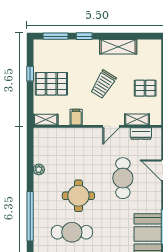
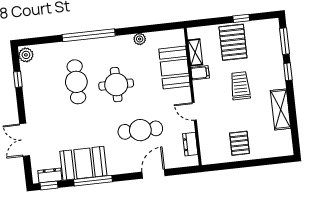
trolley: (103, 84) -> (240, 86), moved, turned 58
shelving: (46, 120) -> (195, 52), moved
shelving: (137, 120) -> (205, 138), removed
booth: (69, 140) -> (175, 68), added

